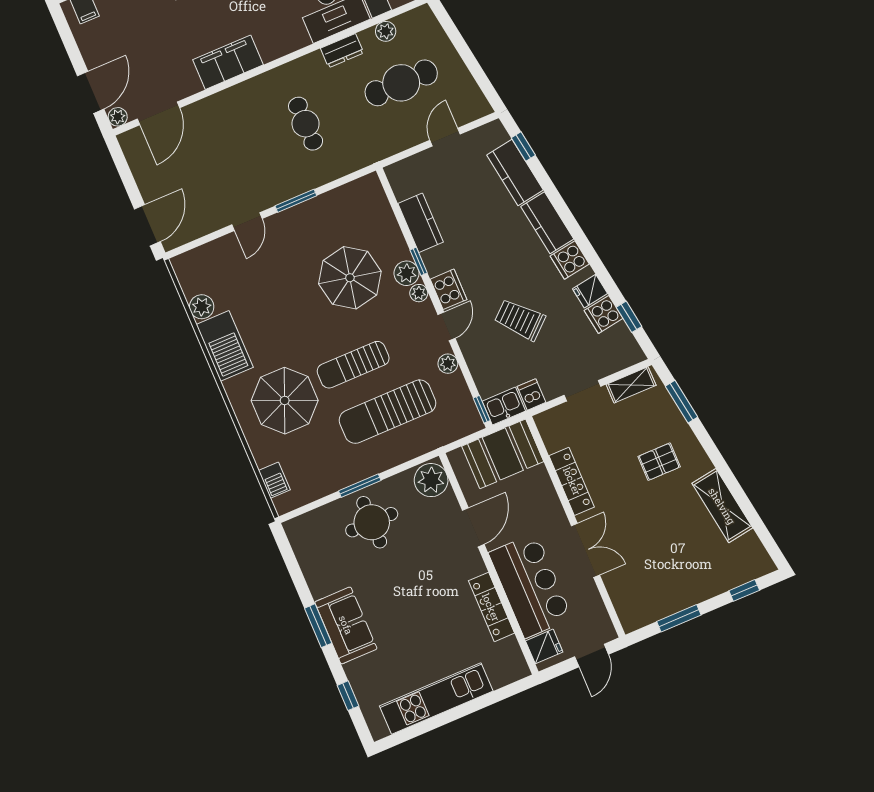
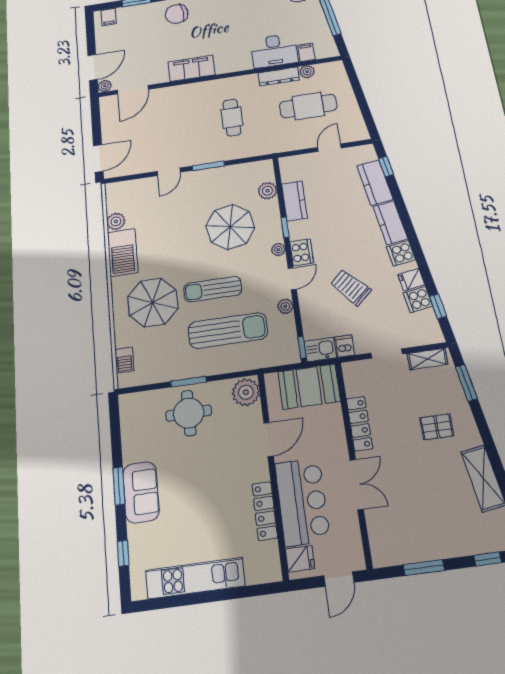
dresser: (342, 51) -> (279, 76), width x1.44
plant: (407, 273) -> (267, 191), moved
sun lounger: (388, 412) -> (228, 331), turned 180

